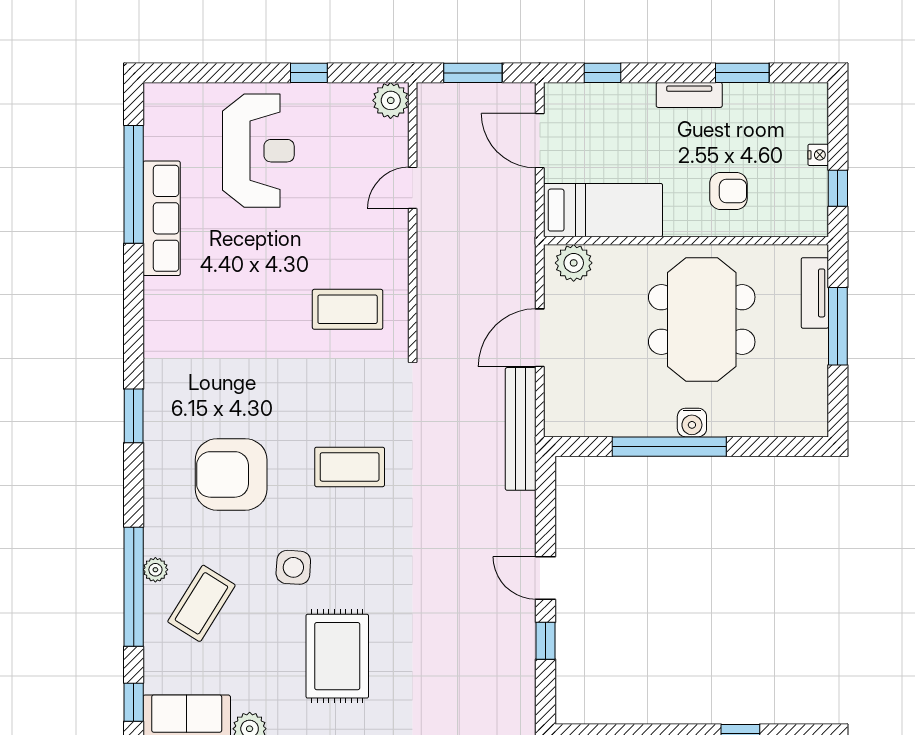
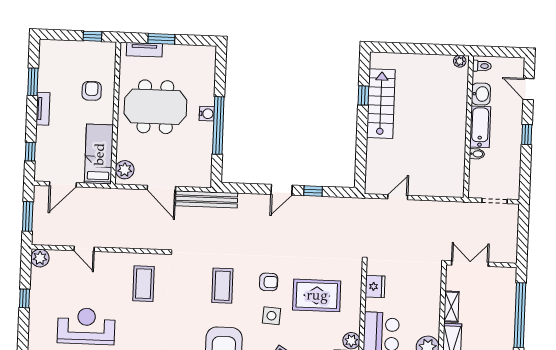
reception desk: (258, 151) -> (86, 326), moved
nightstand: (818, 155) -> (75, 45), removed
window: (838, 326) -> (161, 39), width x0.69
armchair: (361, 559) -> (269, 282), added

